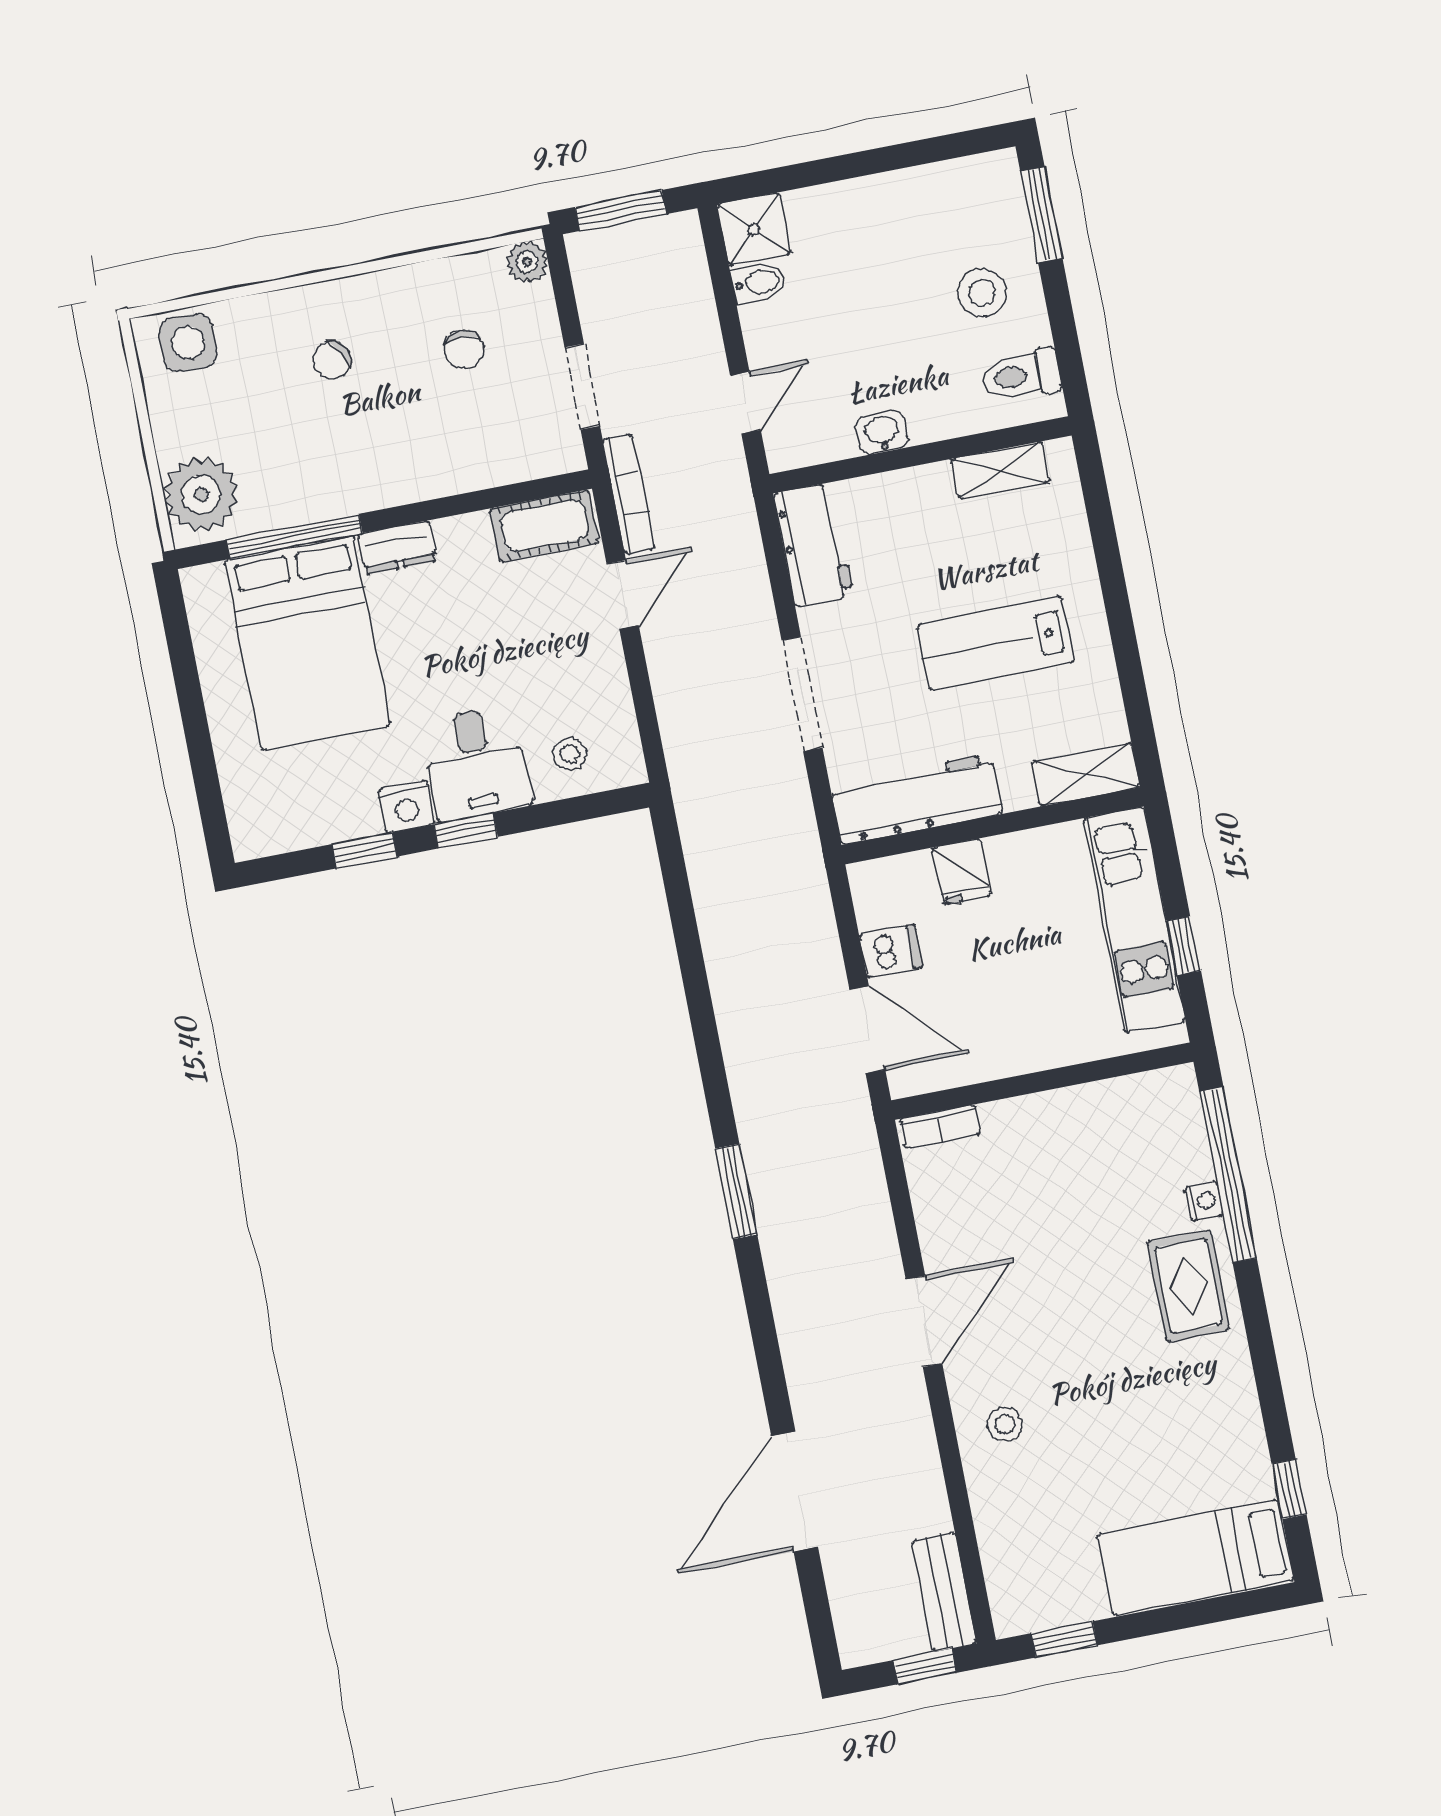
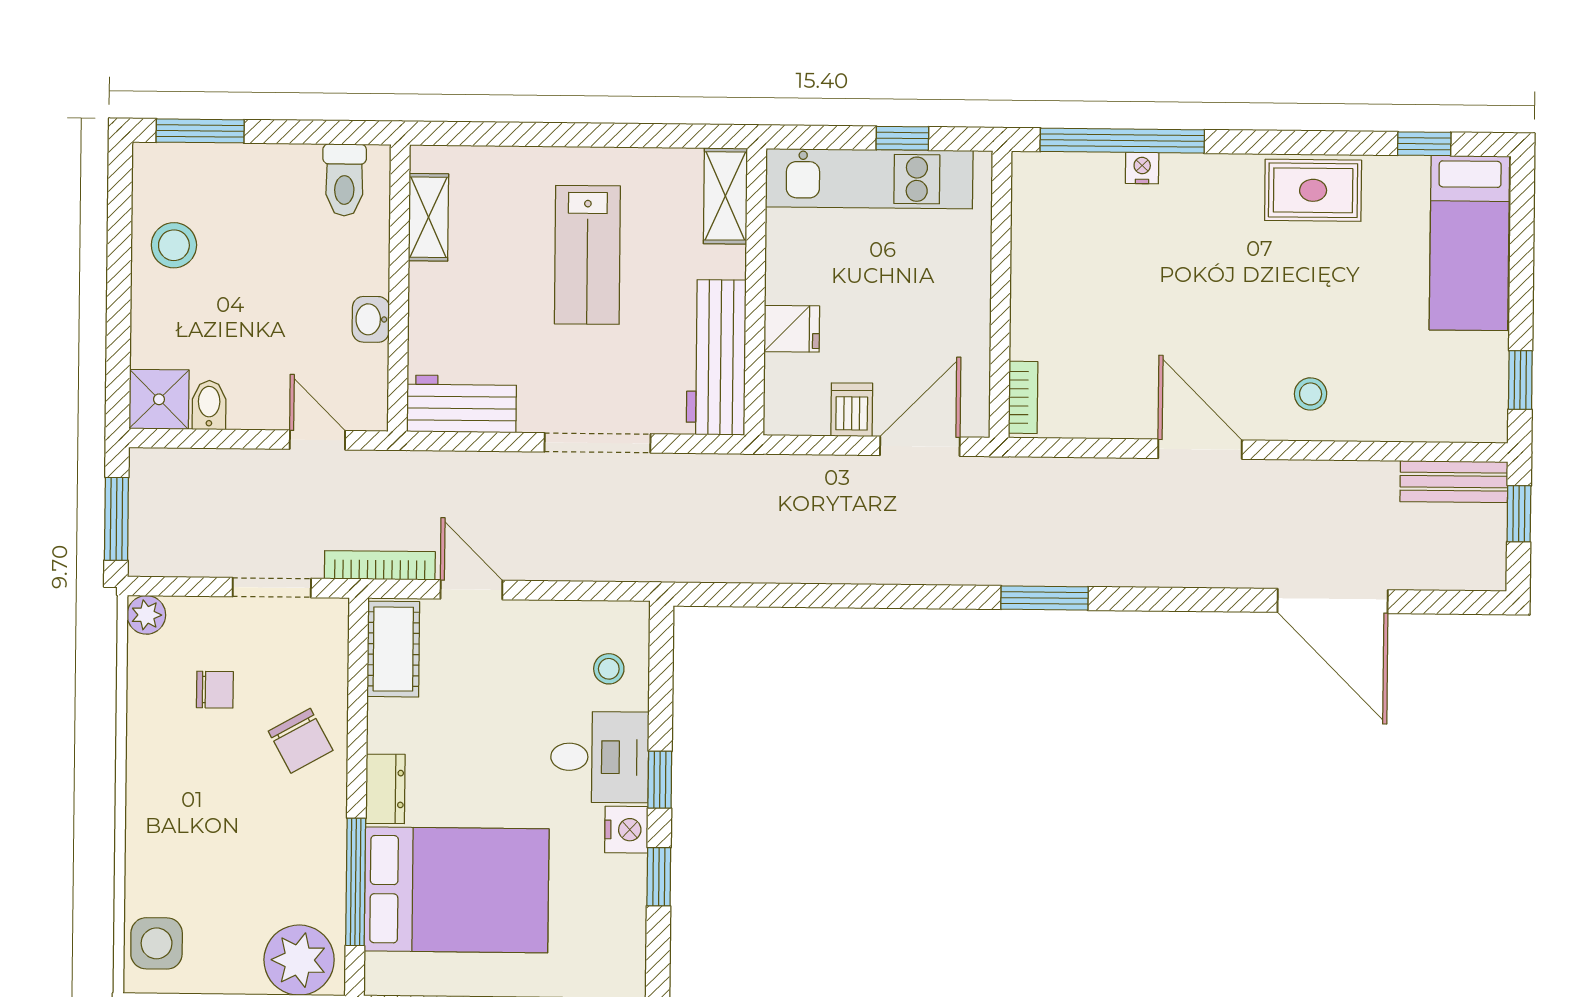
stool: (982, 293) -> (174, 245), moved
chair: (332, 360) -> (301, 741), moved, width x1.37, depth x1.37
rug: (1188, 1286) -> (1313, 190), moved

